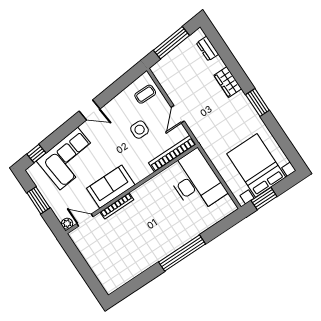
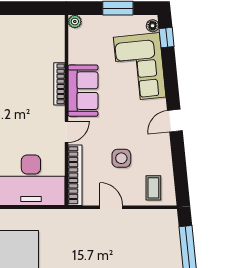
floor lamp: (35, 169) -> (153, 26), added
door: (85, 220) -> (66, 132), moved

